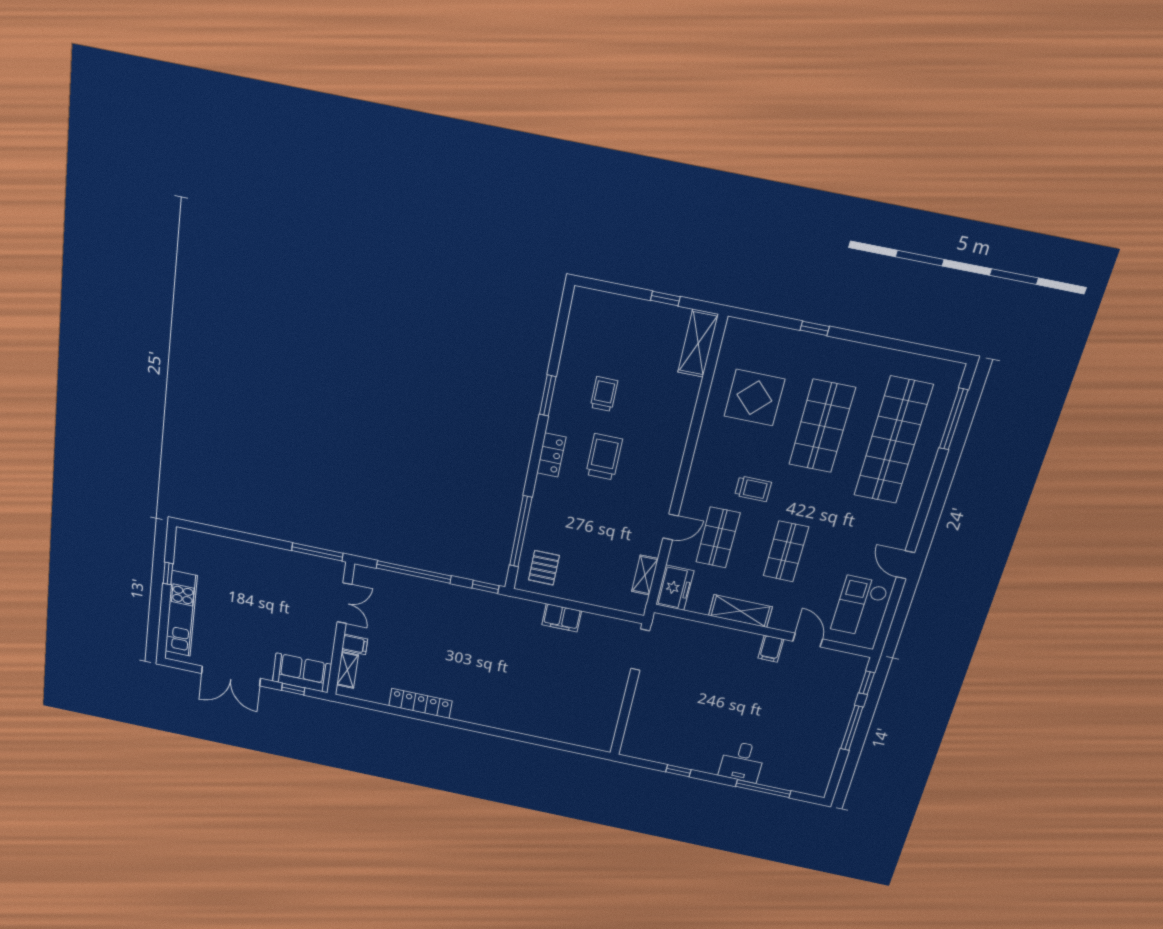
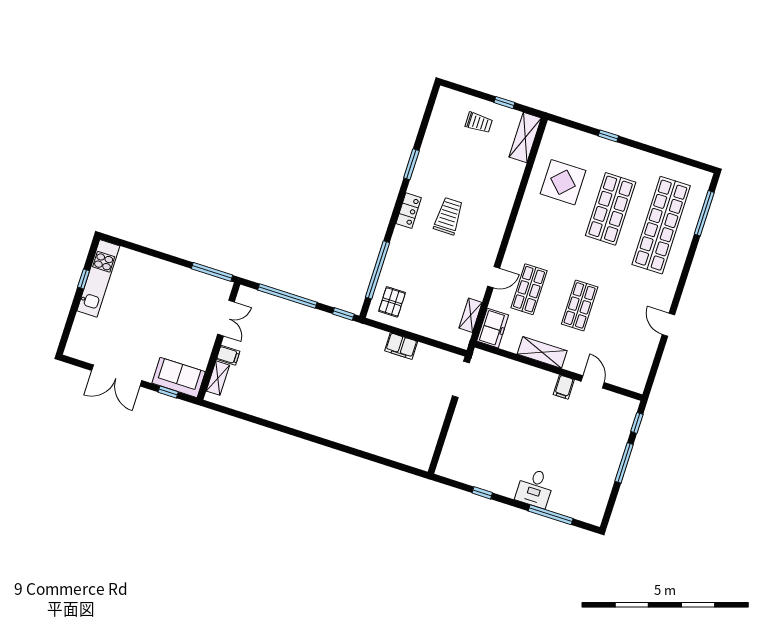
trolley: (604, 394) -> (479, 123), moved, turned 90
trolley: (753, 489) -> (558, 252), removed
checkout: (860, 606) -> (633, 356), removed
kitchen unit: (181, 614) -> (98, 278), moved
locker: (420, 703) -> (274, 414), removed

